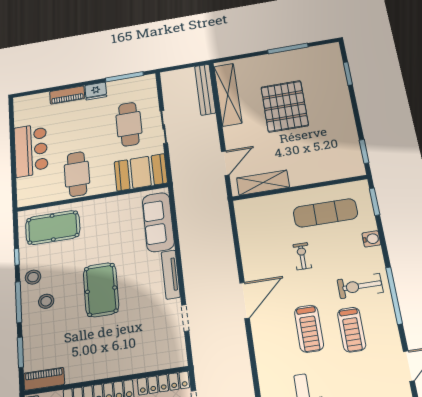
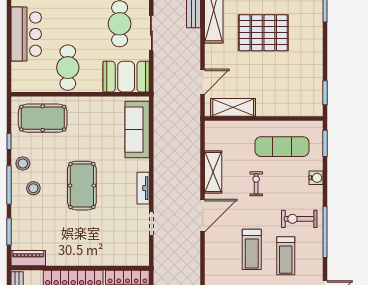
pallet: (285, 106) -> (263, 33), turned 90
shelving: (250, 252) -> (213, 172), added
tv unit: (171, 274) -> (143, 188), width x0.71

